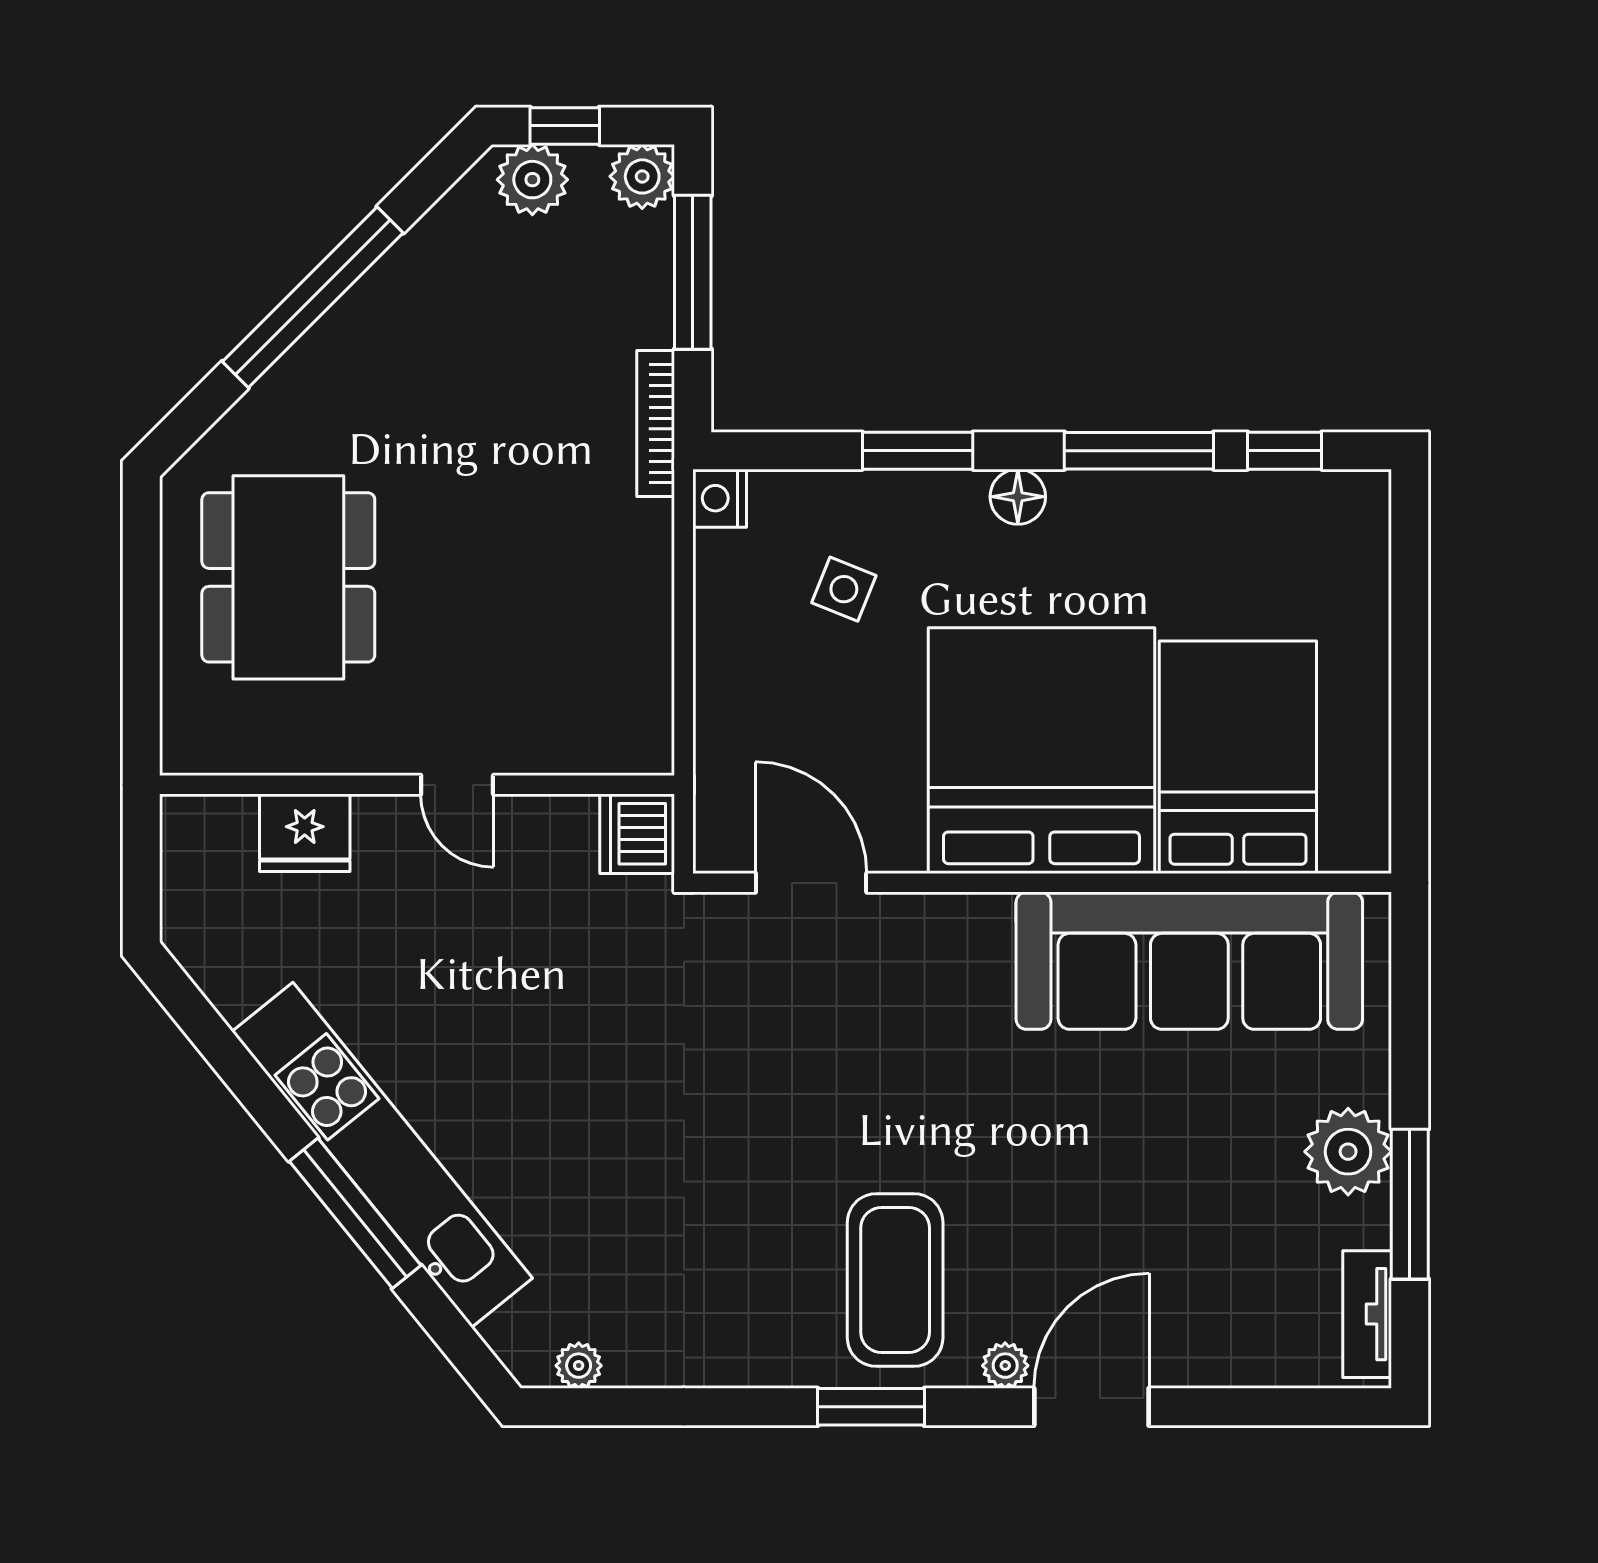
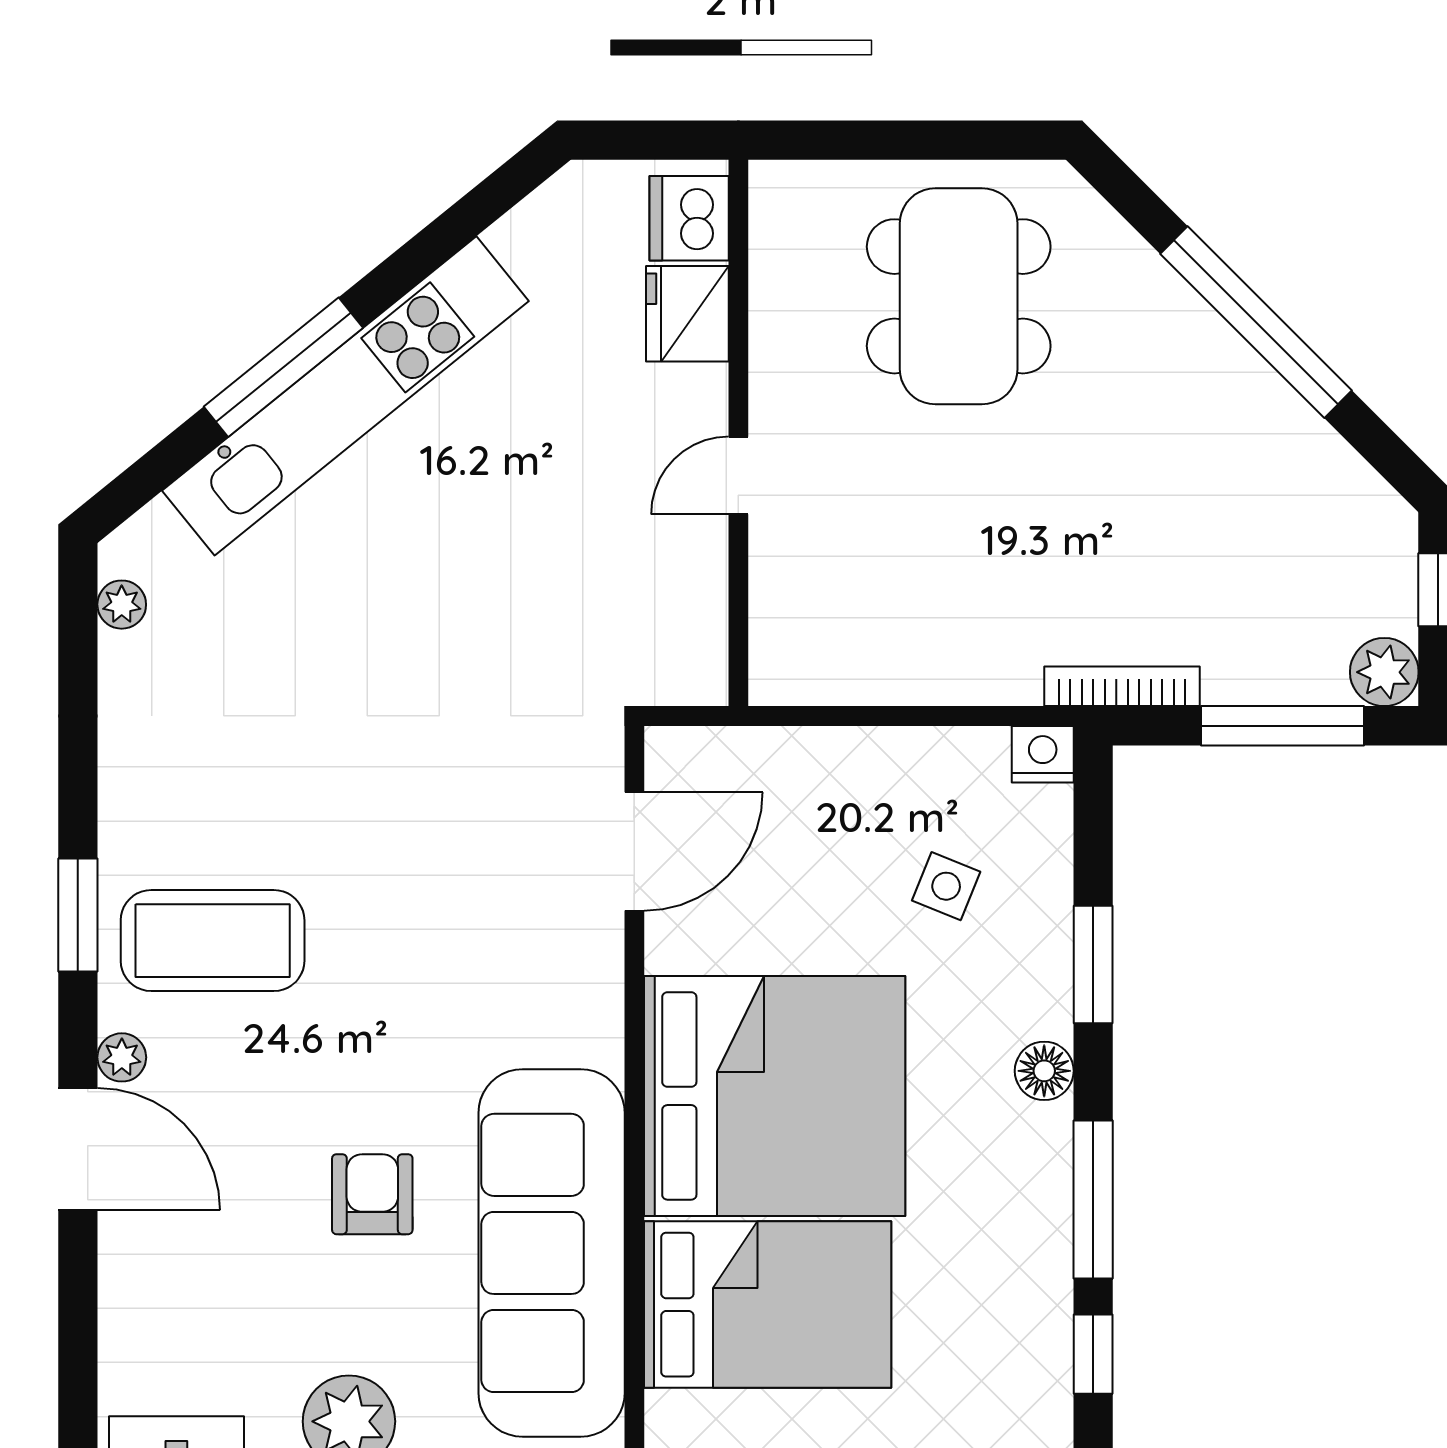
plant: (532, 180) -> (1381, 555), removed
dining table: (288, 577) -> (959, 296), turned 90
dishwasher: (637, 834) -> (689, 218), moved, turned -90
armchair: (1134, 1130) -> (372, 1194), added

